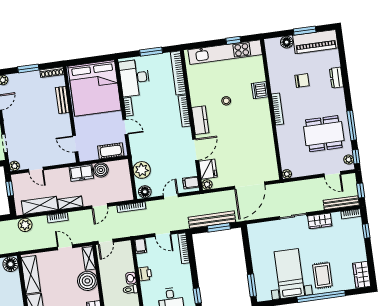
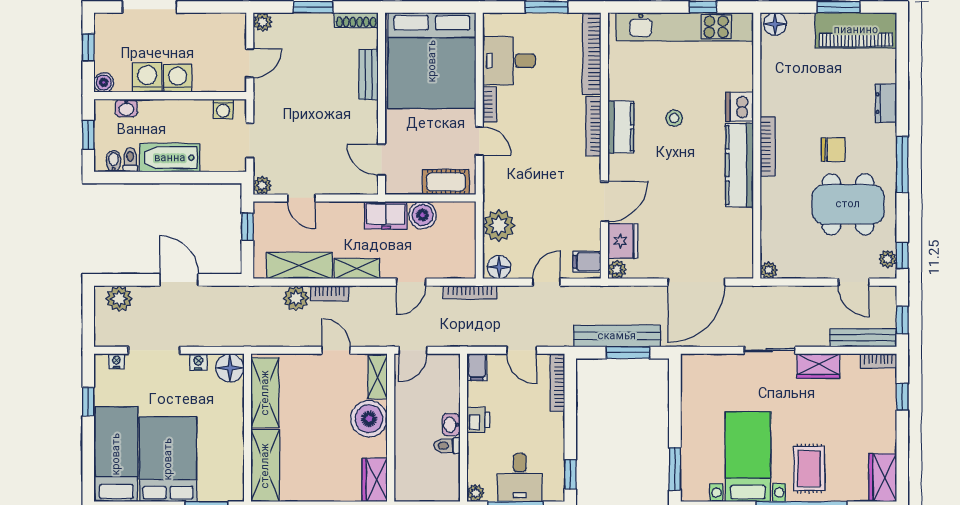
floor lamp: (287, 42) -> (775, 24), moved
desk: (135, 78) -> (509, 61), width x0.73
chair: (302, 81) -> (833, 150), moved
kitchen counter: (200, 120) -> (621, 127), moved
kitchen counter: (264, 121) -> (739, 165), added
window: (352, 125) -> (902, 165), moved
plant: (25, 225) -> (296, 298), moved

